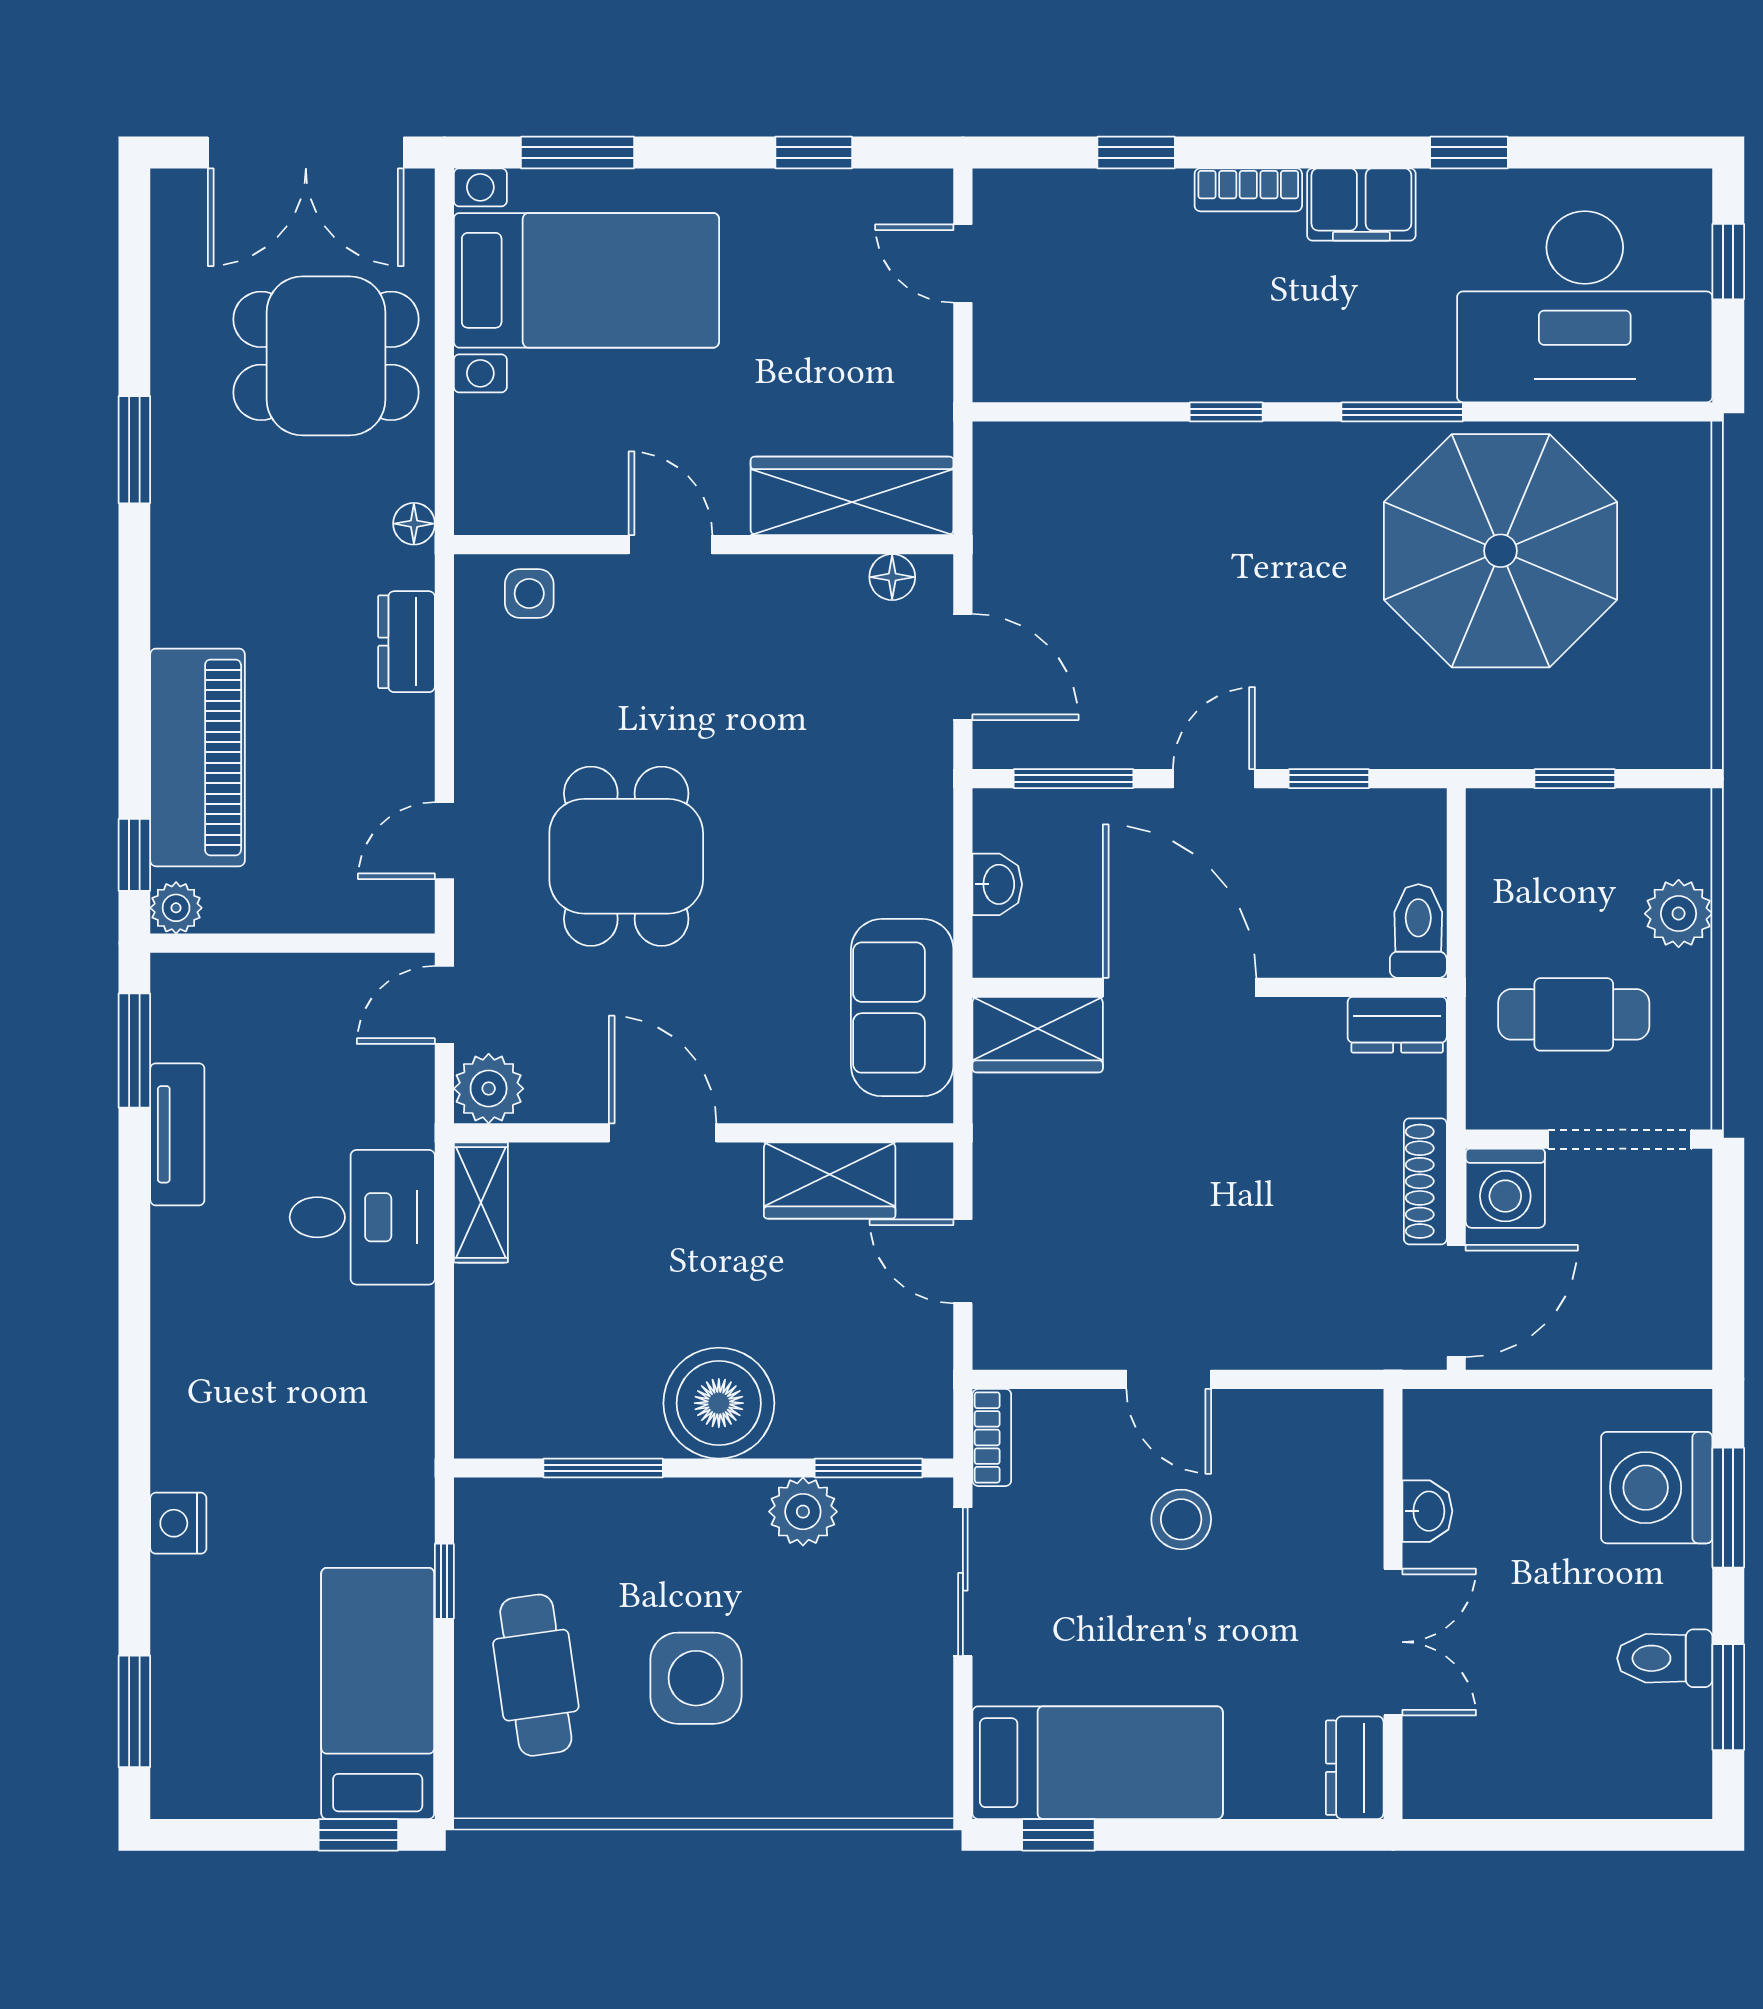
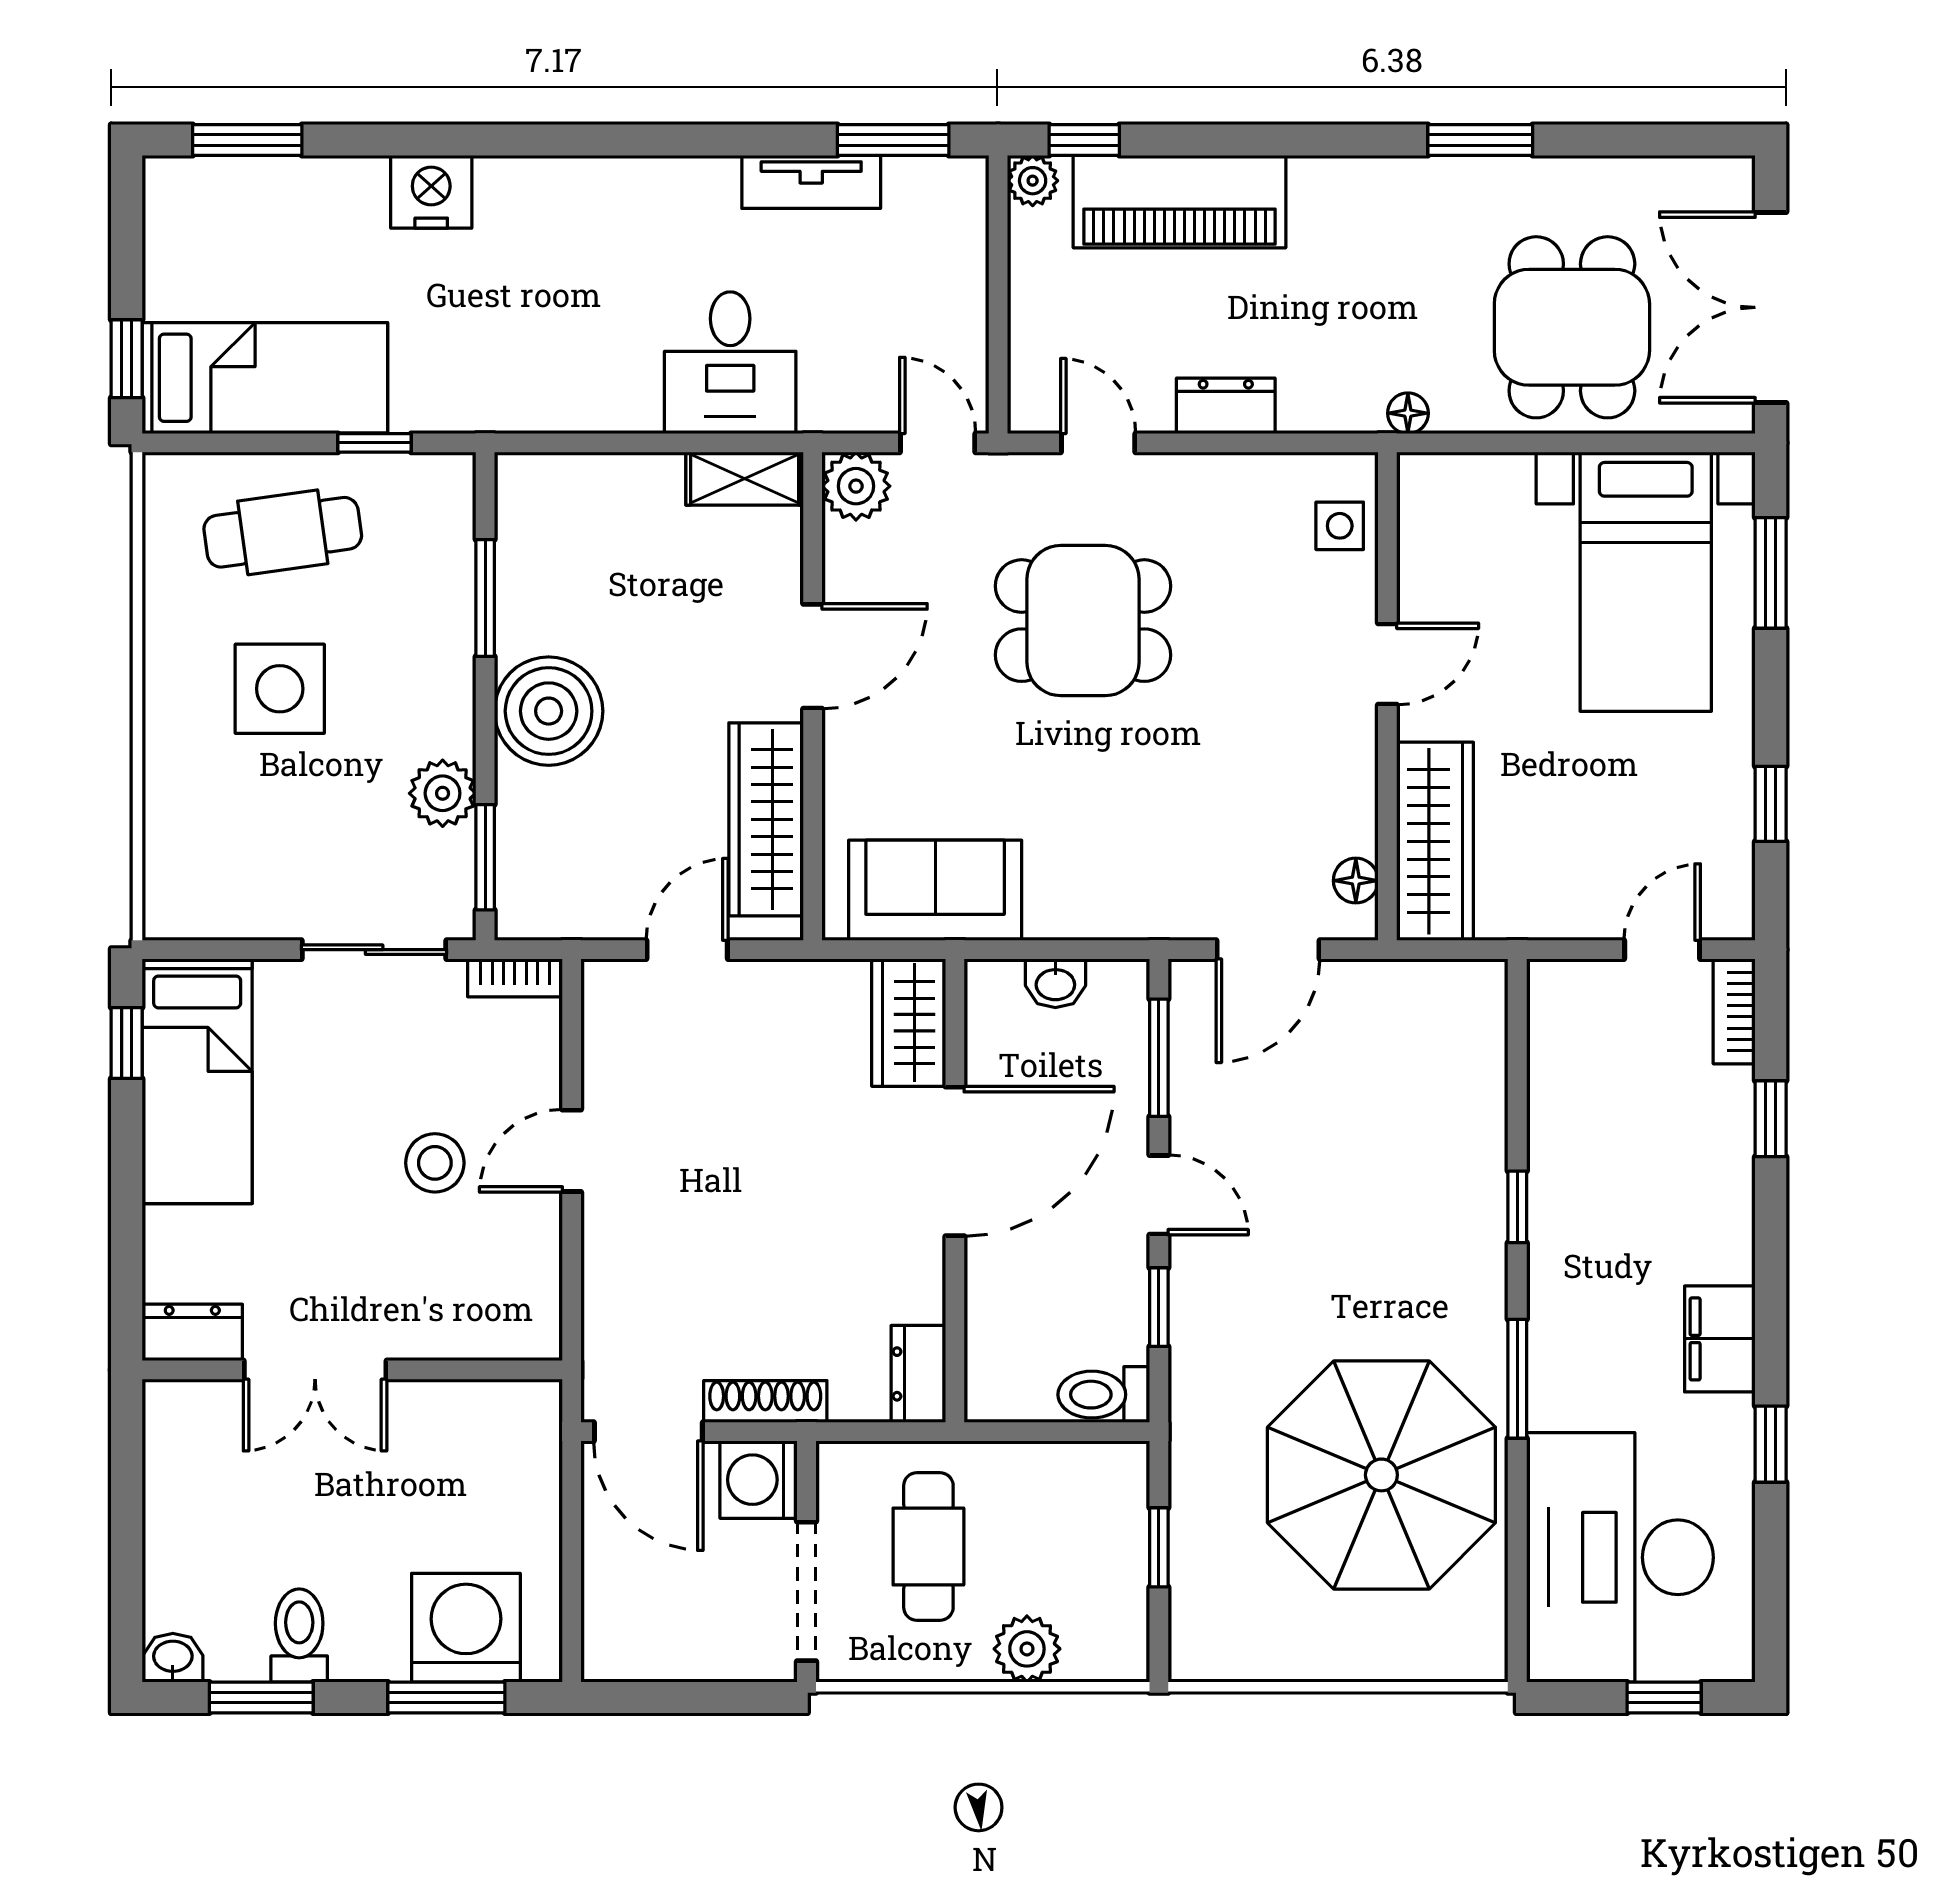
bookcase: (1248, 190) -> (1734, 1011), moved
dresser: (406, 642) -> (1226, 406), moved
toilet: (1418, 931) -> (1104, 1395), moved, turned 180
wardrobe: (830, 1180) -> (766, 819), width x1.50
washbasin: (1427, 1511) -> (173, 1658), moved, turned 180
nightstand: (178, 1523) -> (431, 192), width x1.36, depth x1.33

